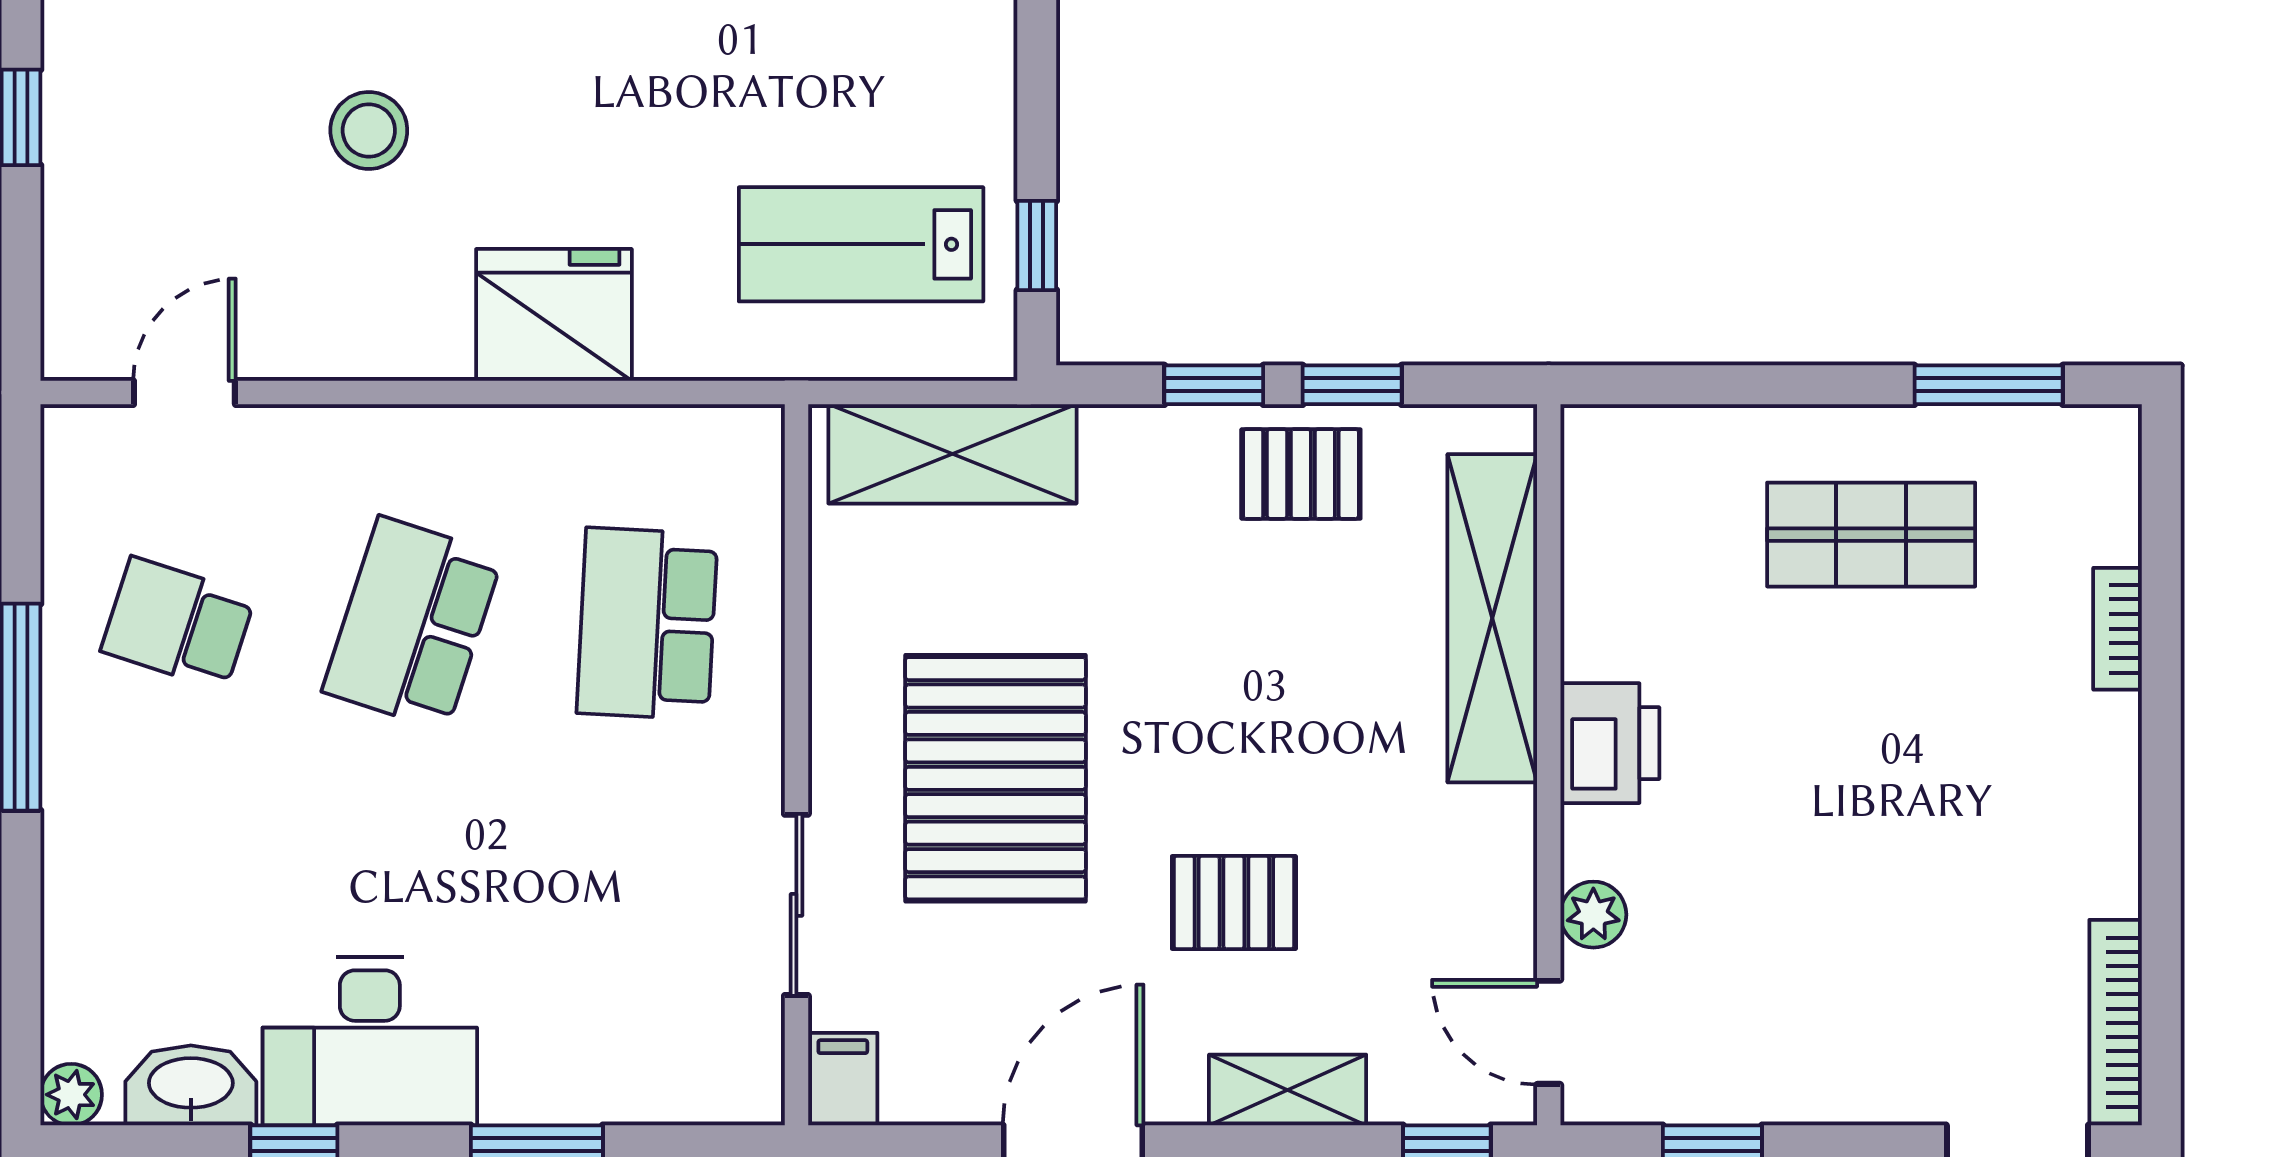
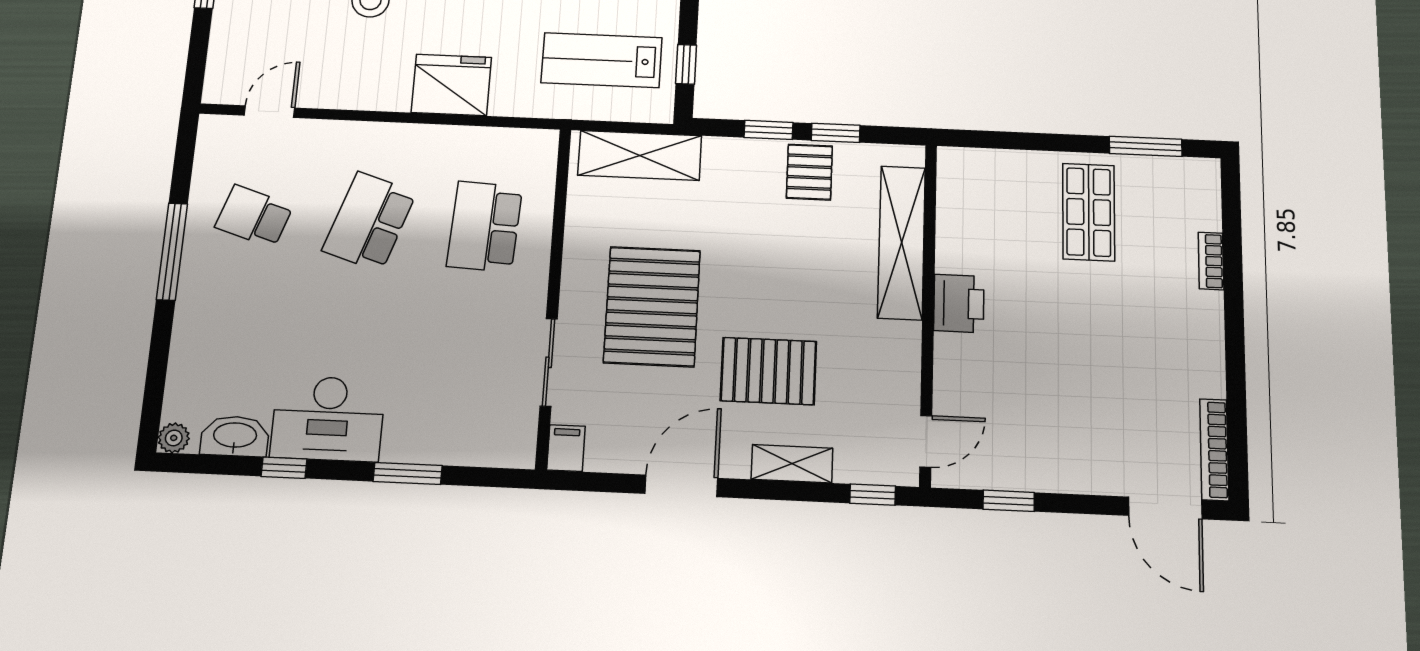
pallet: (1301, 474) -> (809, 172), turned 90
shop shelf: (1871, 535) -> (1089, 212), turned 90
pallet: (1234, 902) -> (768, 371), width x1.50, depth x1.42
plant: (1593, 915) -> (949, 385), removed
door: (1549, 1032) -> (926, 441), swing flipped

